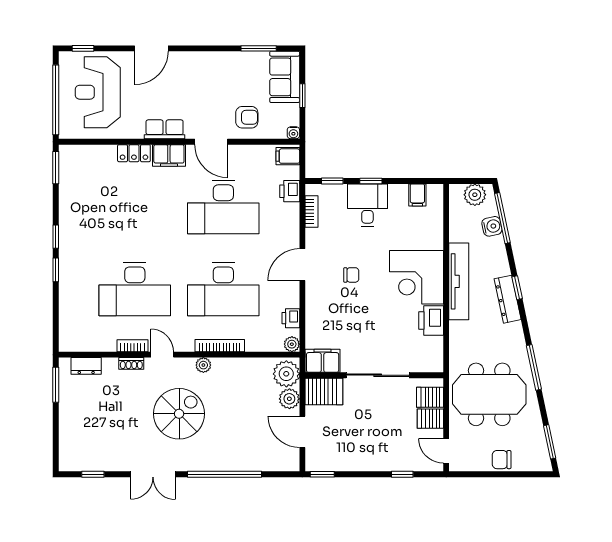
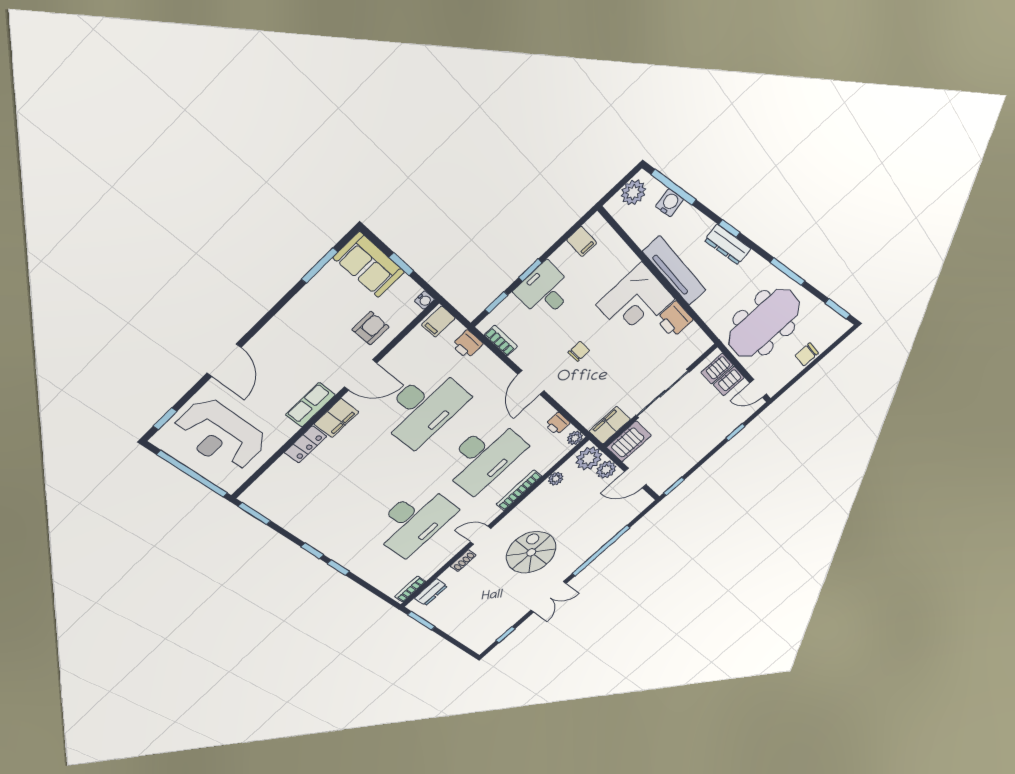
bookcase: (132, 346) -> (410, 589), moved
plant: (203, 365) -> (556, 479), moved

